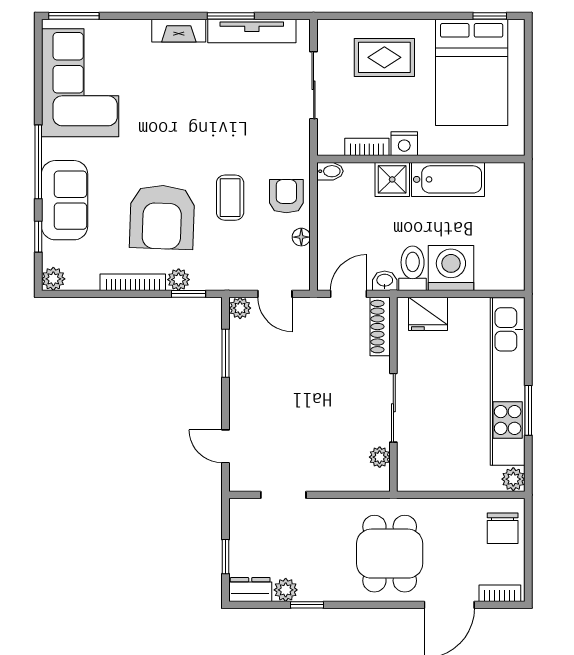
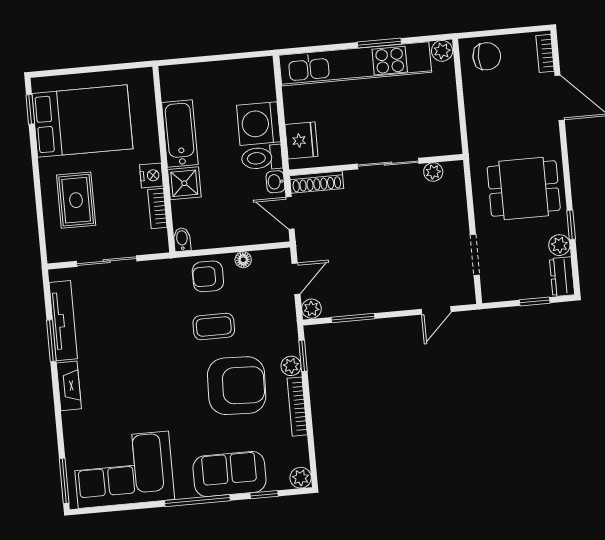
dining table: (390, 554) -> (524, 188), moved

